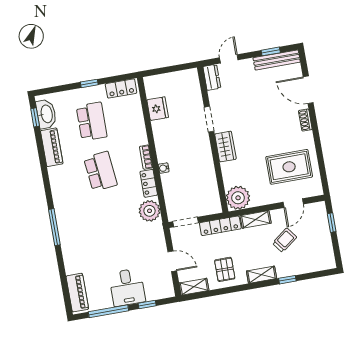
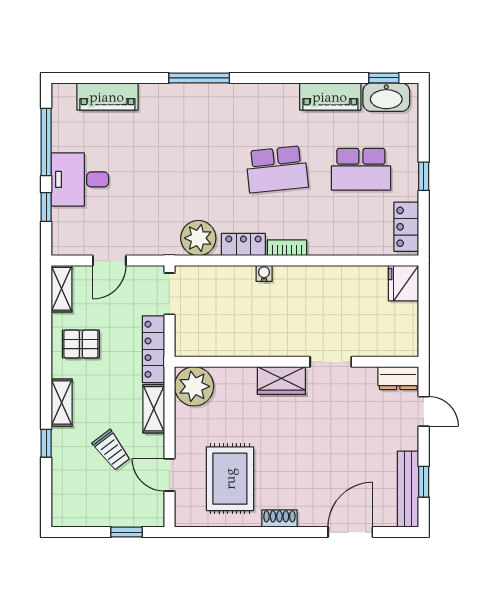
fridge: (158, 109) -> (403, 283), moved, turned 90
shoe rack: (305, 120) -> (279, 519), moved
piano: (77, 293) -> (107, 97), moved

